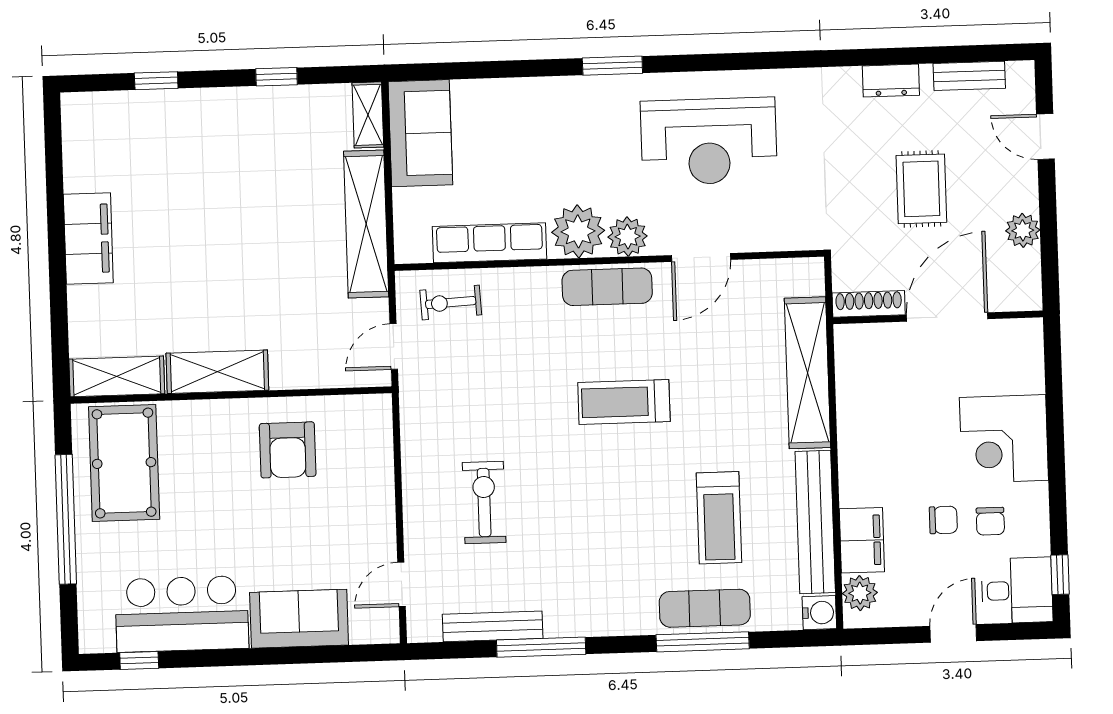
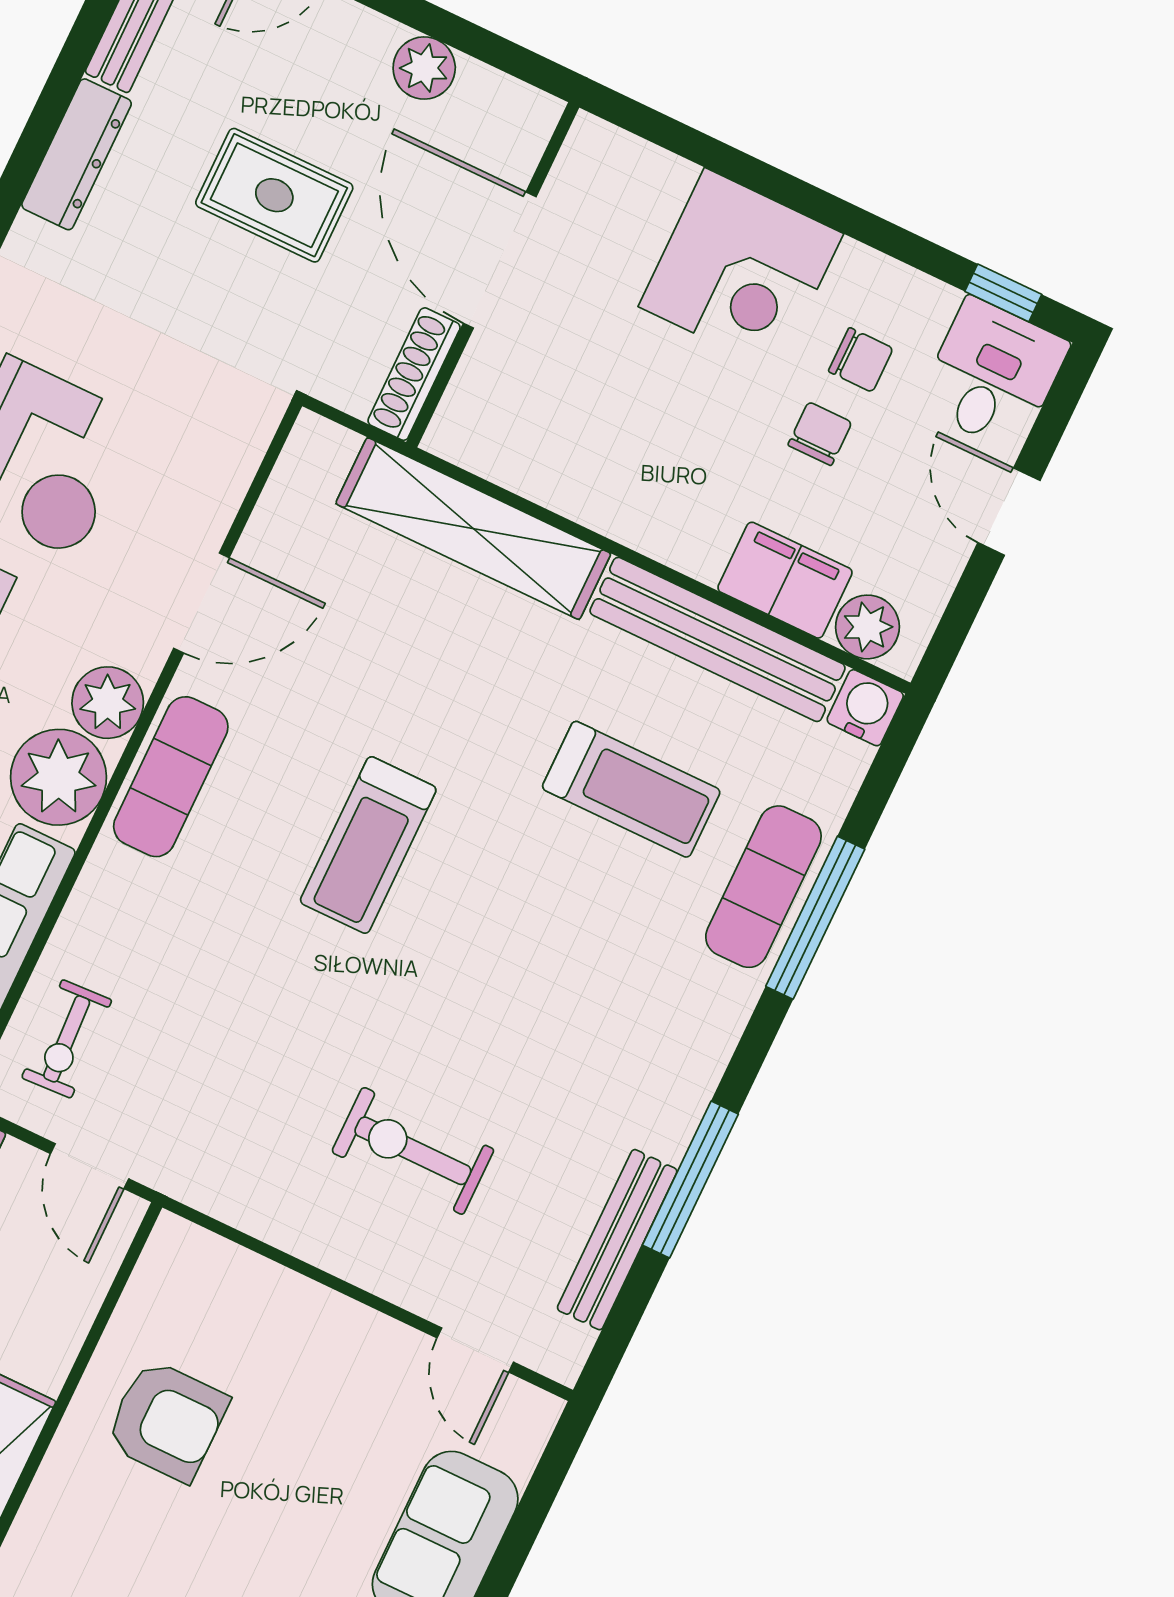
dresser: (891, 81) -> (77, 154), width x1.44
door: (701, 257) -> (201, 603), hinge flipped

